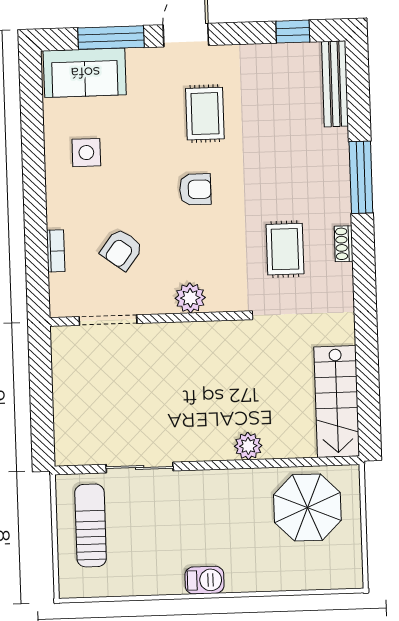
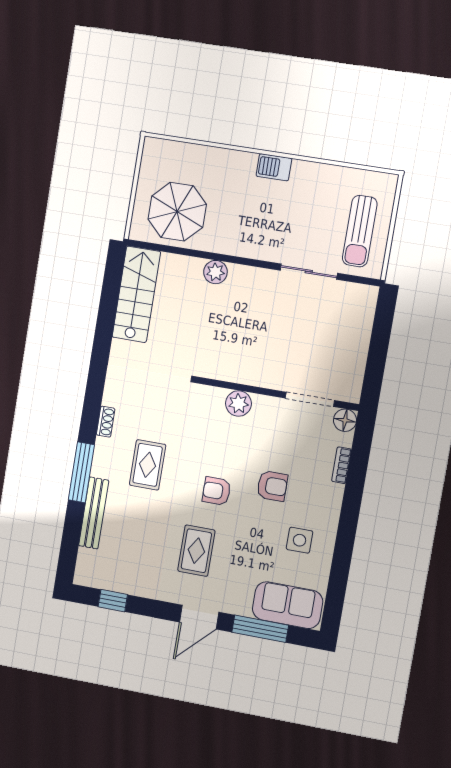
bench: (335, 84) -> (94, 513), moved
armchair: (122, 249) -> (272, 486), moved, turned 53
rug: (285, 249) -> (148, 465), moved
floor lamp: (62, 304) -> (345, 420), added

